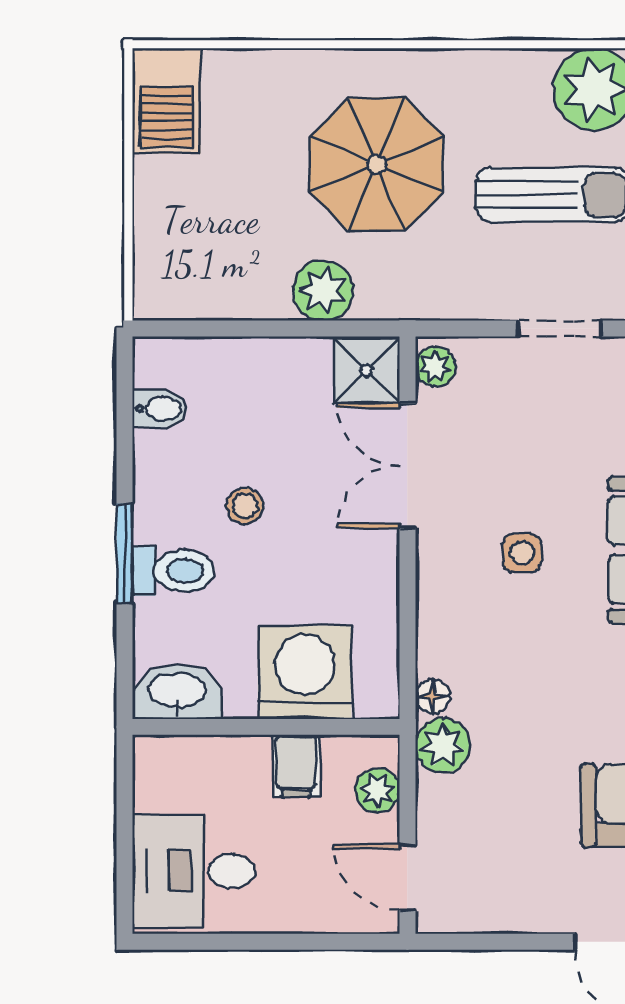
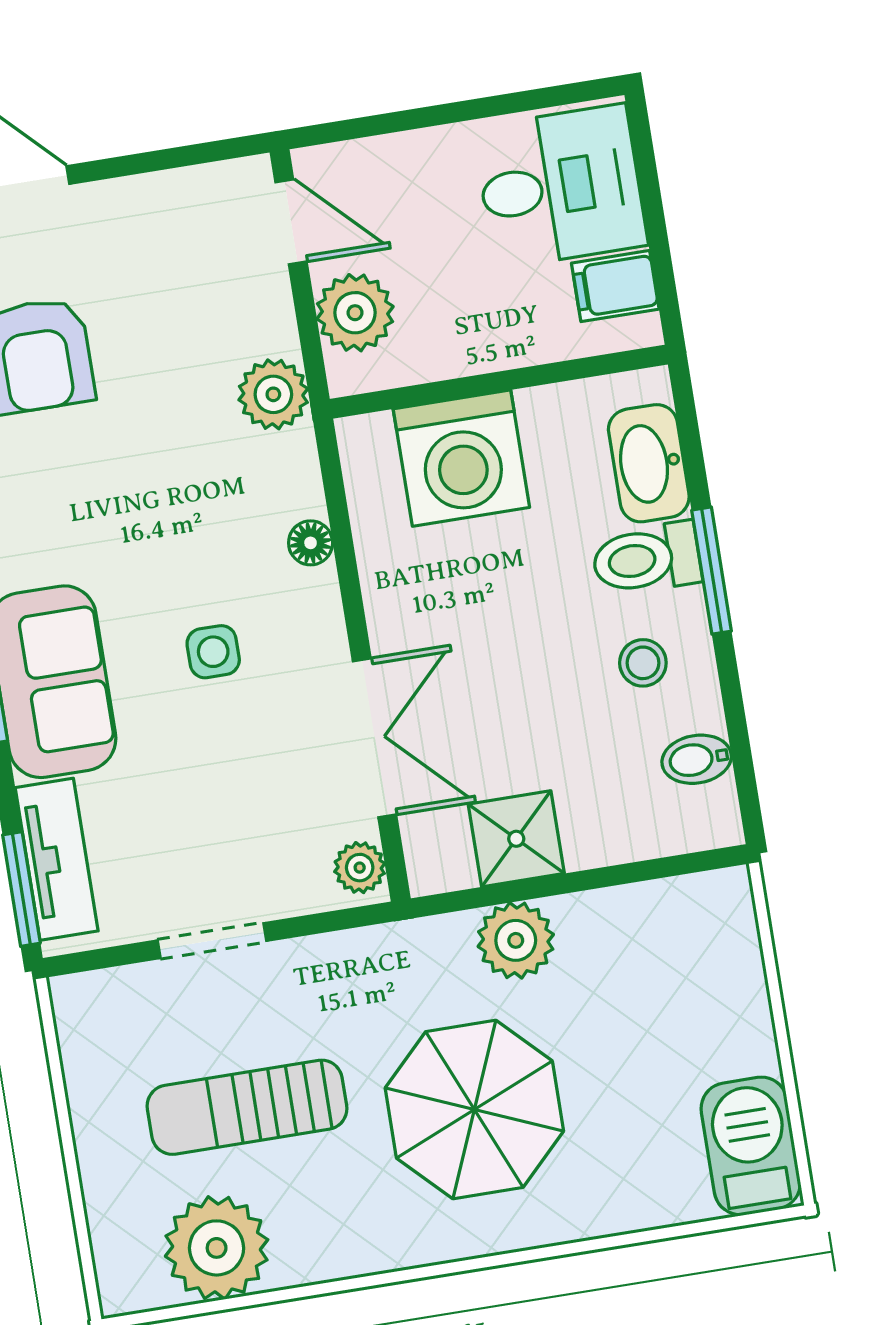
shower: (367, 370) -> (516, 839), moved
stool: (245, 506) -> (643, 663), moved
washbasin: (177, 692) -> (649, 463), moved, turned 90
floor lamp: (433, 696) -> (311, 543), moved
filing cabinet: (296, 766) -> (615, 286), moved, turned -90
plant: (377, 790) -> (355, 313), width x1.38, depth x1.38

